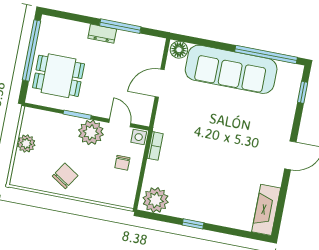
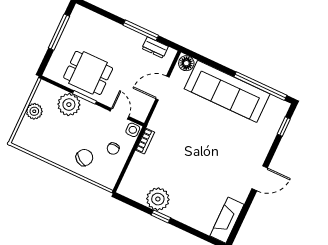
dresser: (102, 34) -> (155, 47), moved
window: (32, 50) -> (59, 32), width x0.68
dining table: (59, 76) -> (88, 73), moved
plant: (91, 132) -> (69, 105), moved
chair: (65, 176) -> (84, 158), moved
plant: (156, 200) -> (158, 199), moved

